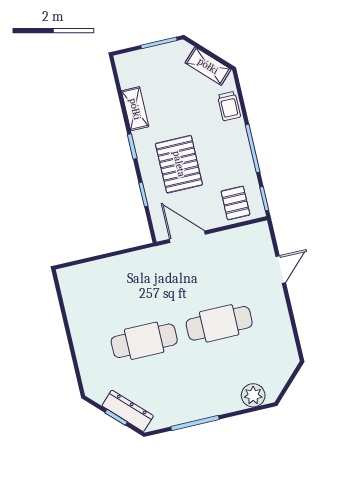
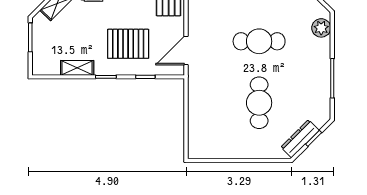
cafe table: (219, 323) -> (259, 41), turned 90
dresser: (128, 411) -> (300, 139), moved

